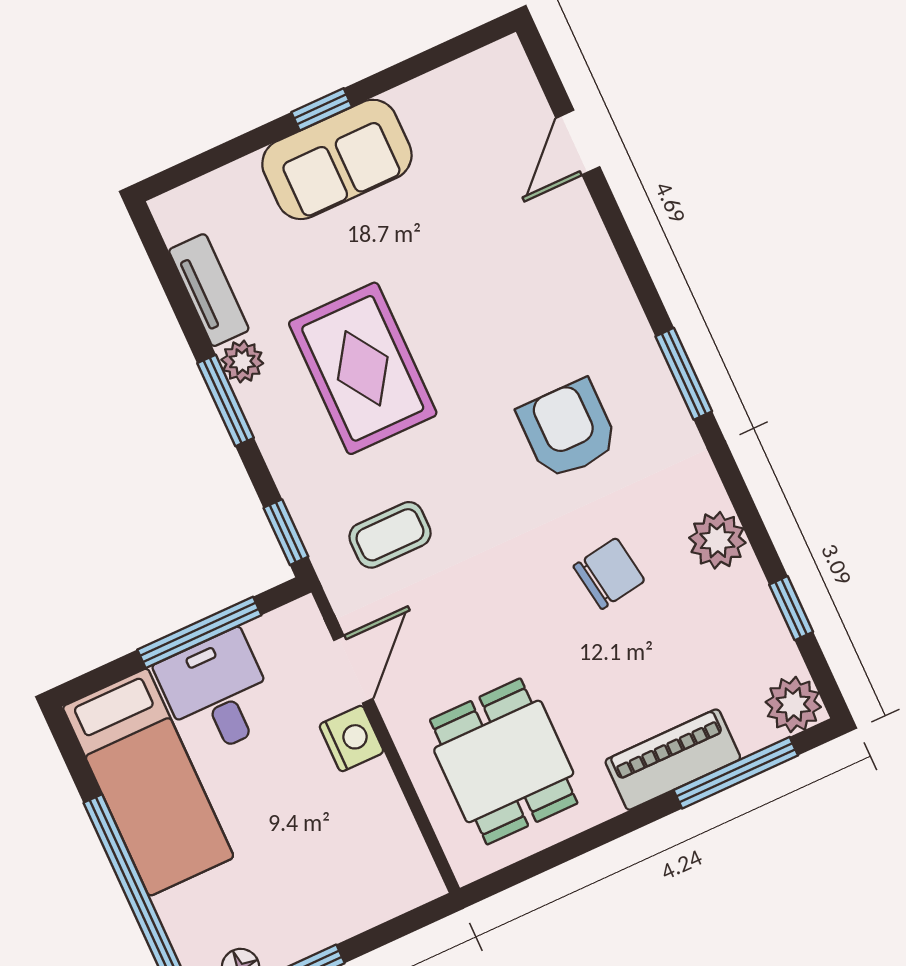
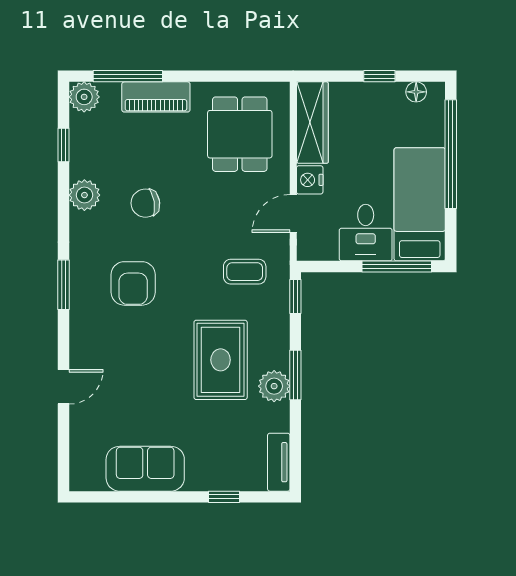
window: (322, 109) -> (224, 497), moved
door: (578, 142) -> (63, 387), moved
sofa: (337, 159) -> (145, 469), moved
tv unit: (209, 290) -> (279, 462), moved
plant: (242, 361) -> (274, 386), width x1.38, depth x1.38
window: (199, 632) -> (397, 267), moved
wardrobe: (391, 837) -> (312, 123), added

